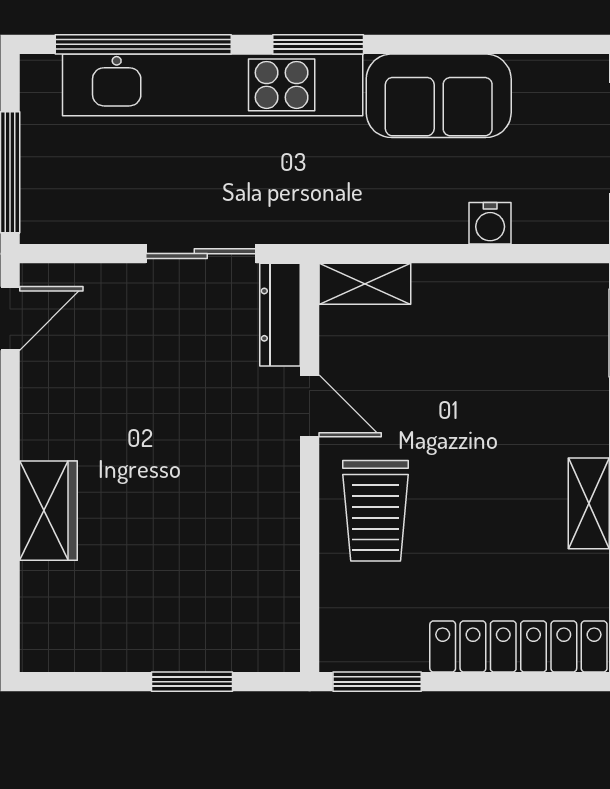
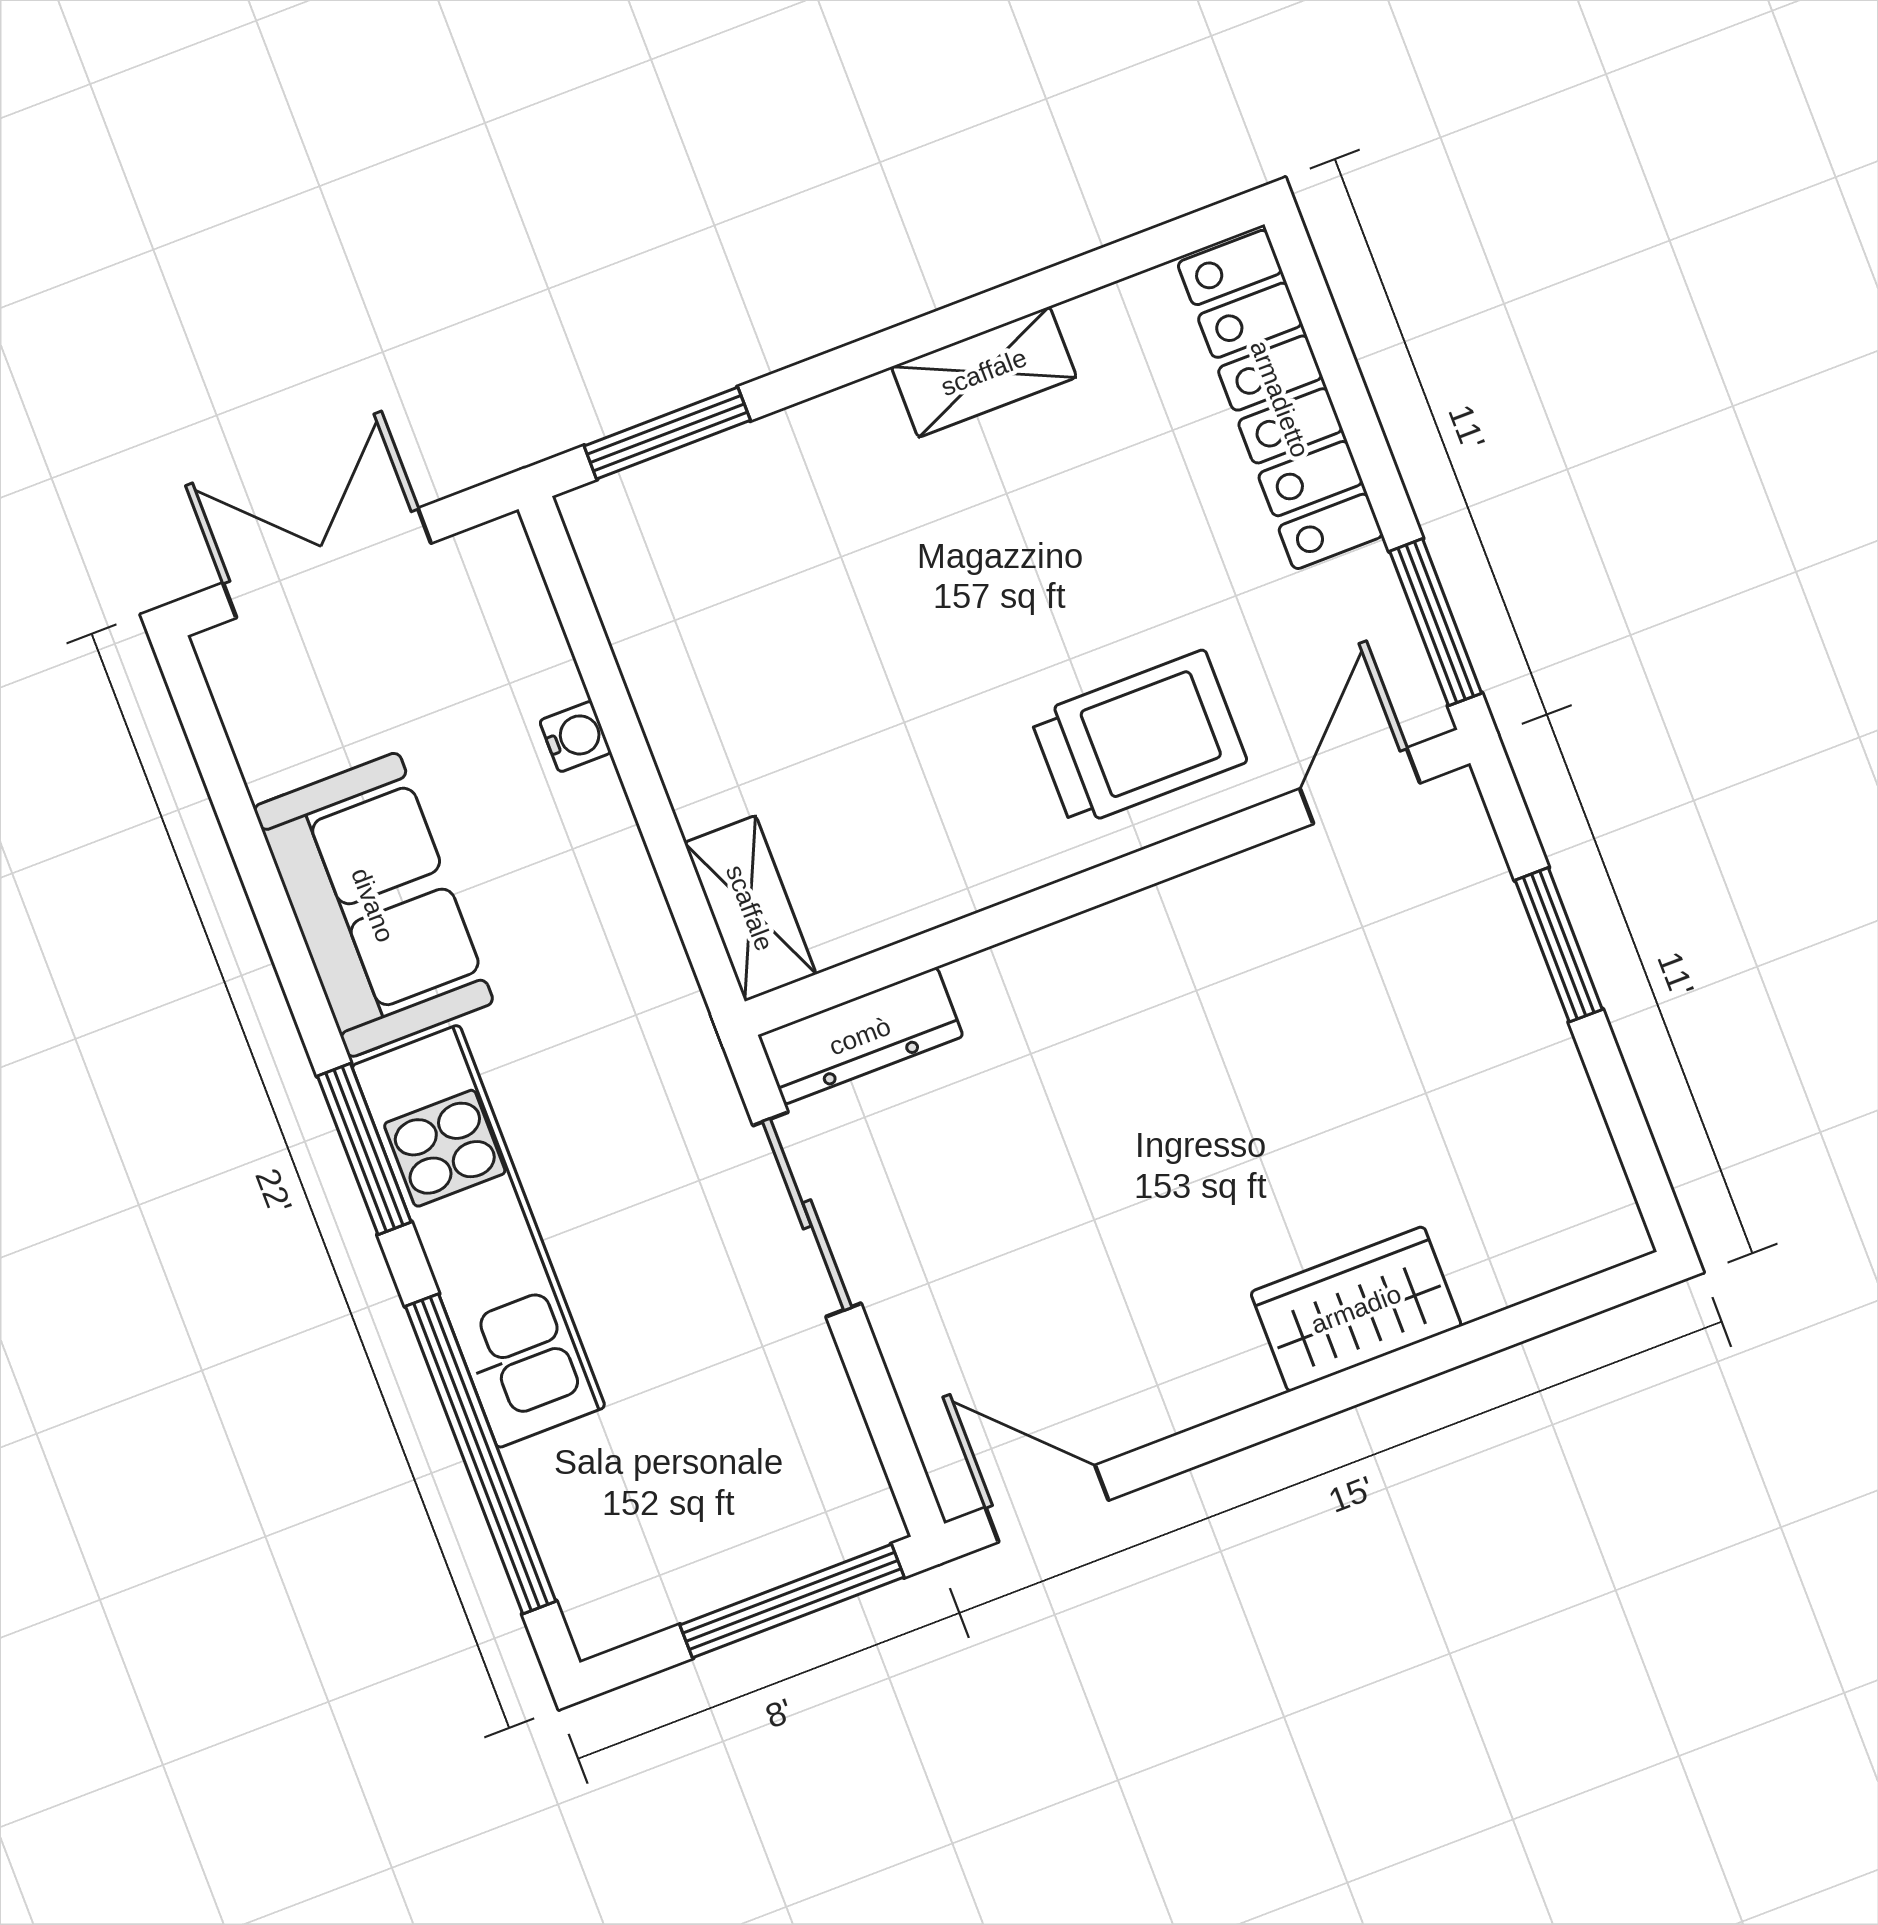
kitchen unit: (213, 85) -> (478, 1236), width x0.73
water cooler: (490, 223) -> (575, 737), width x0.72, depth x0.72
door: (310, 406) -> (1360, 786), moved

